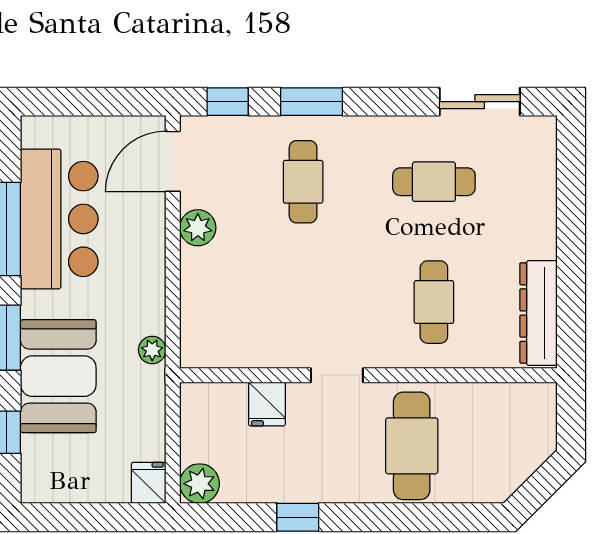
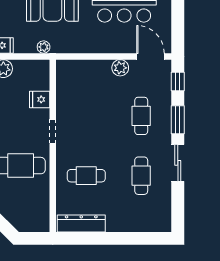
sliding door: (480, 102) -> (178, 163), moved
cafe table: (303, 182) -> (141, 116), turned 90
plant: (152, 350) -> (44, 47), moved

